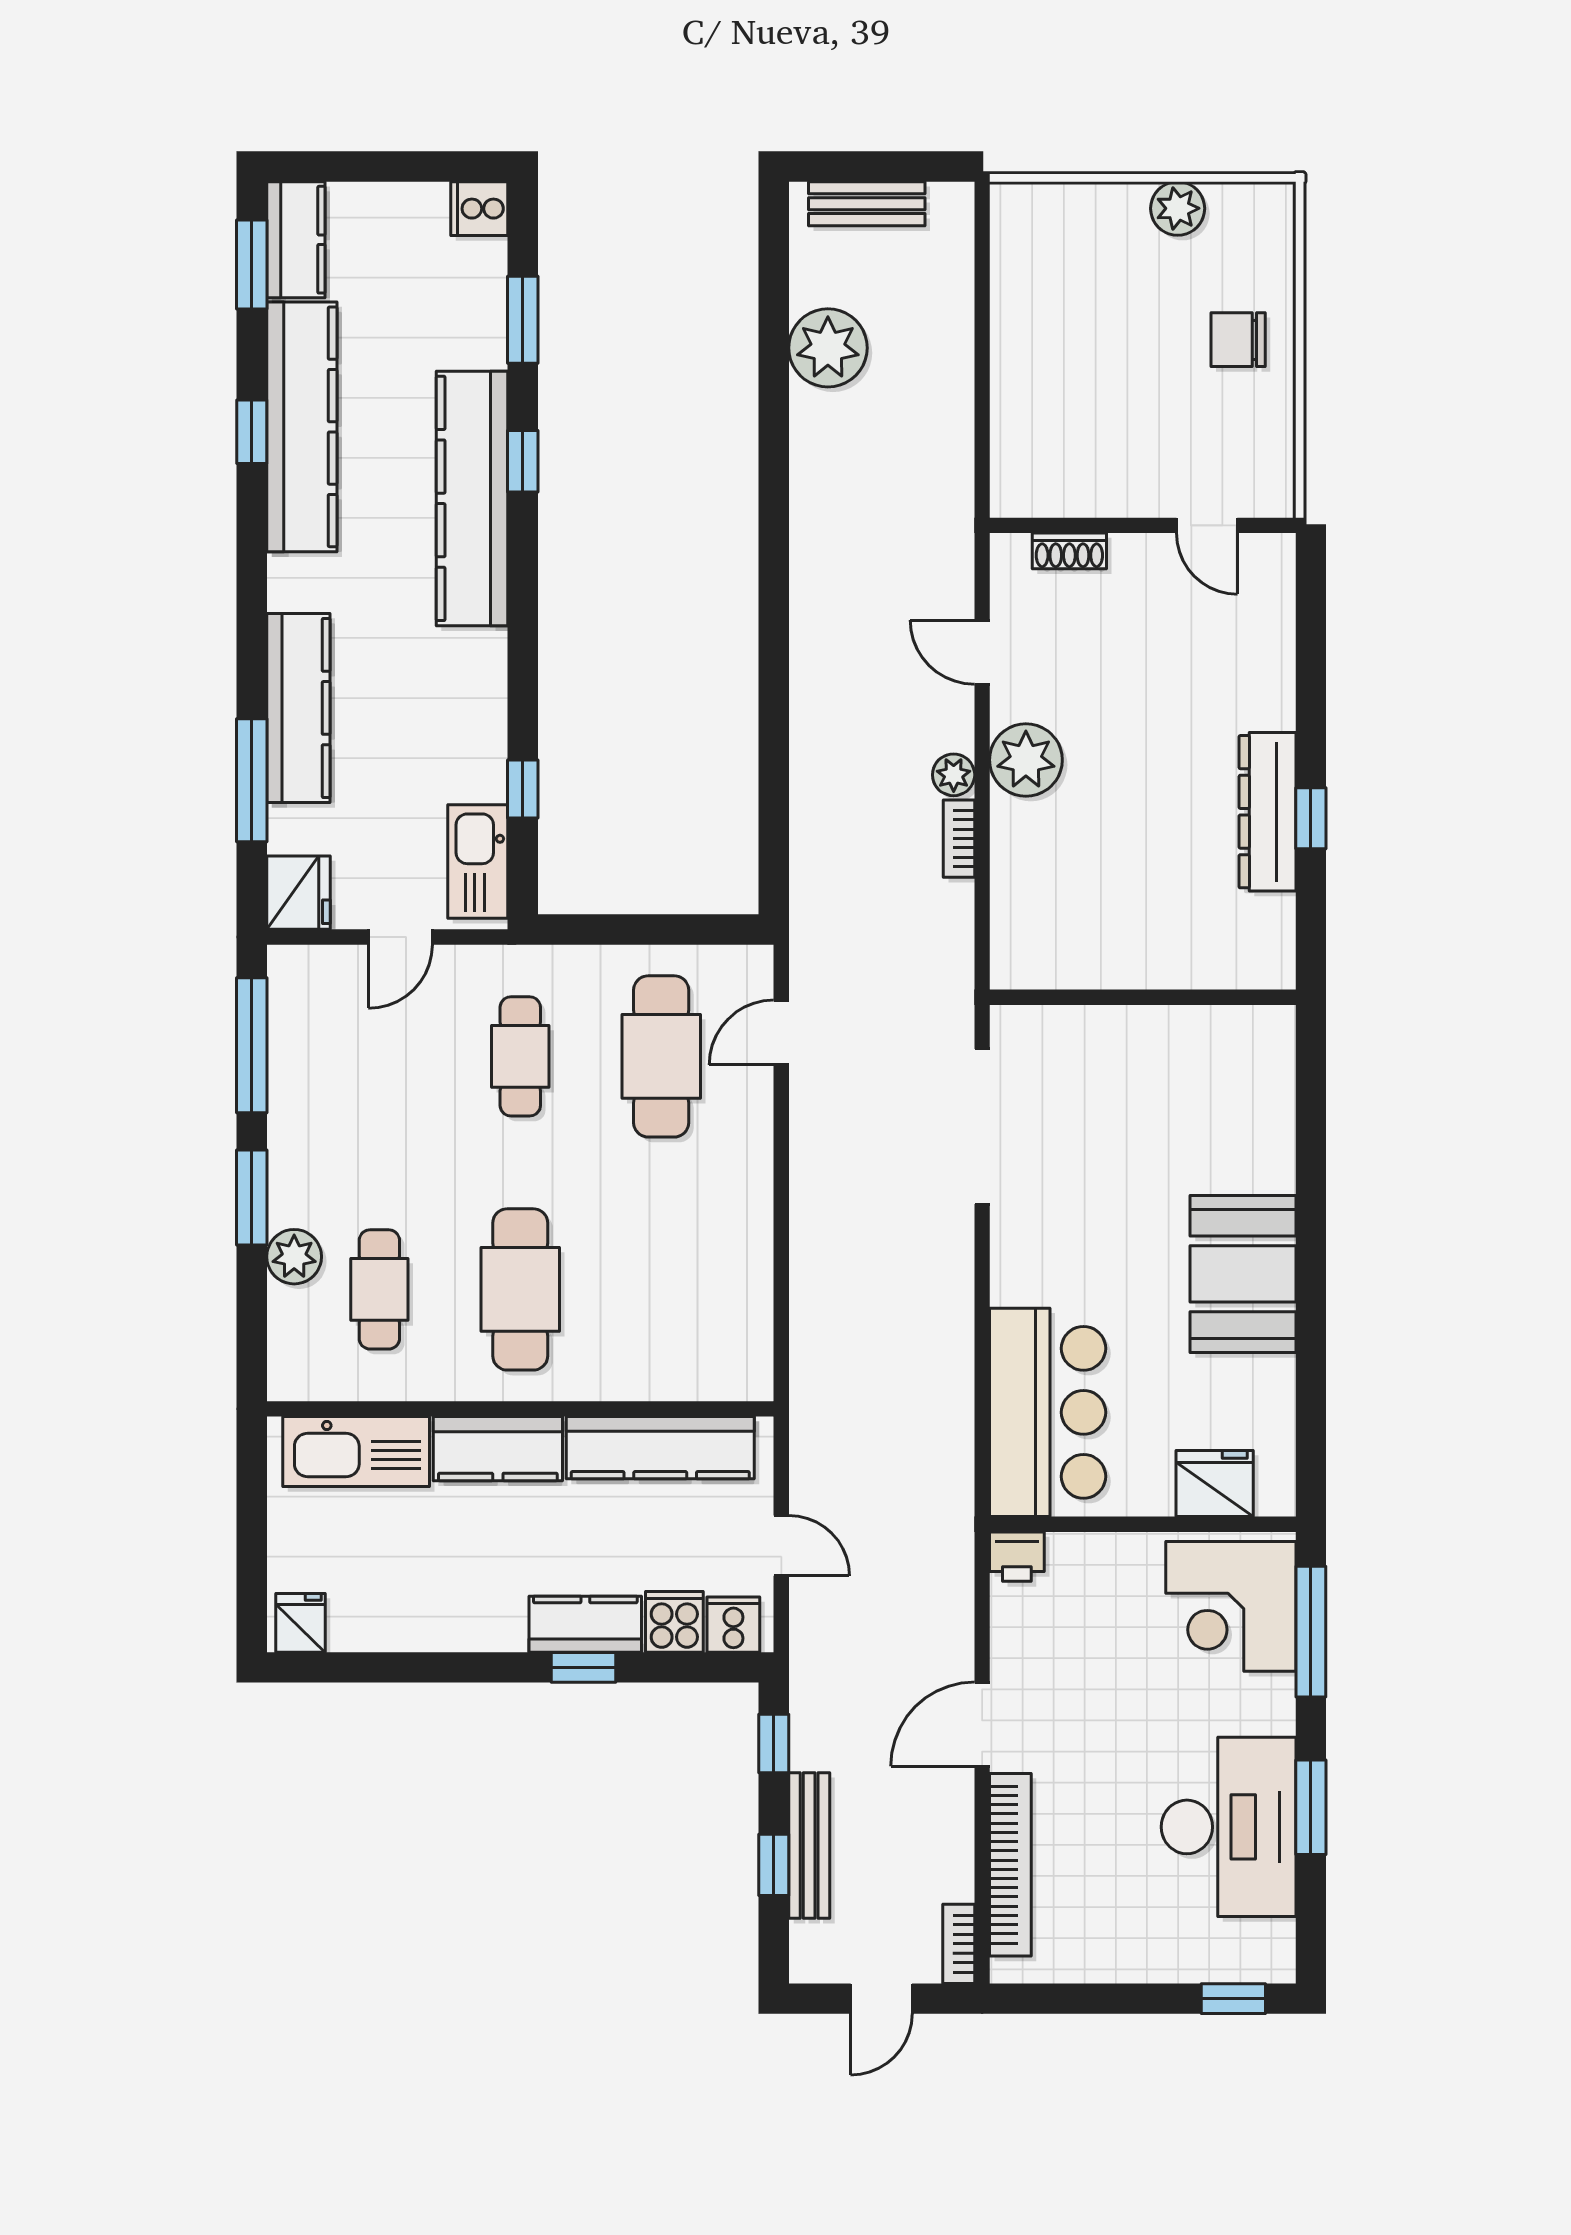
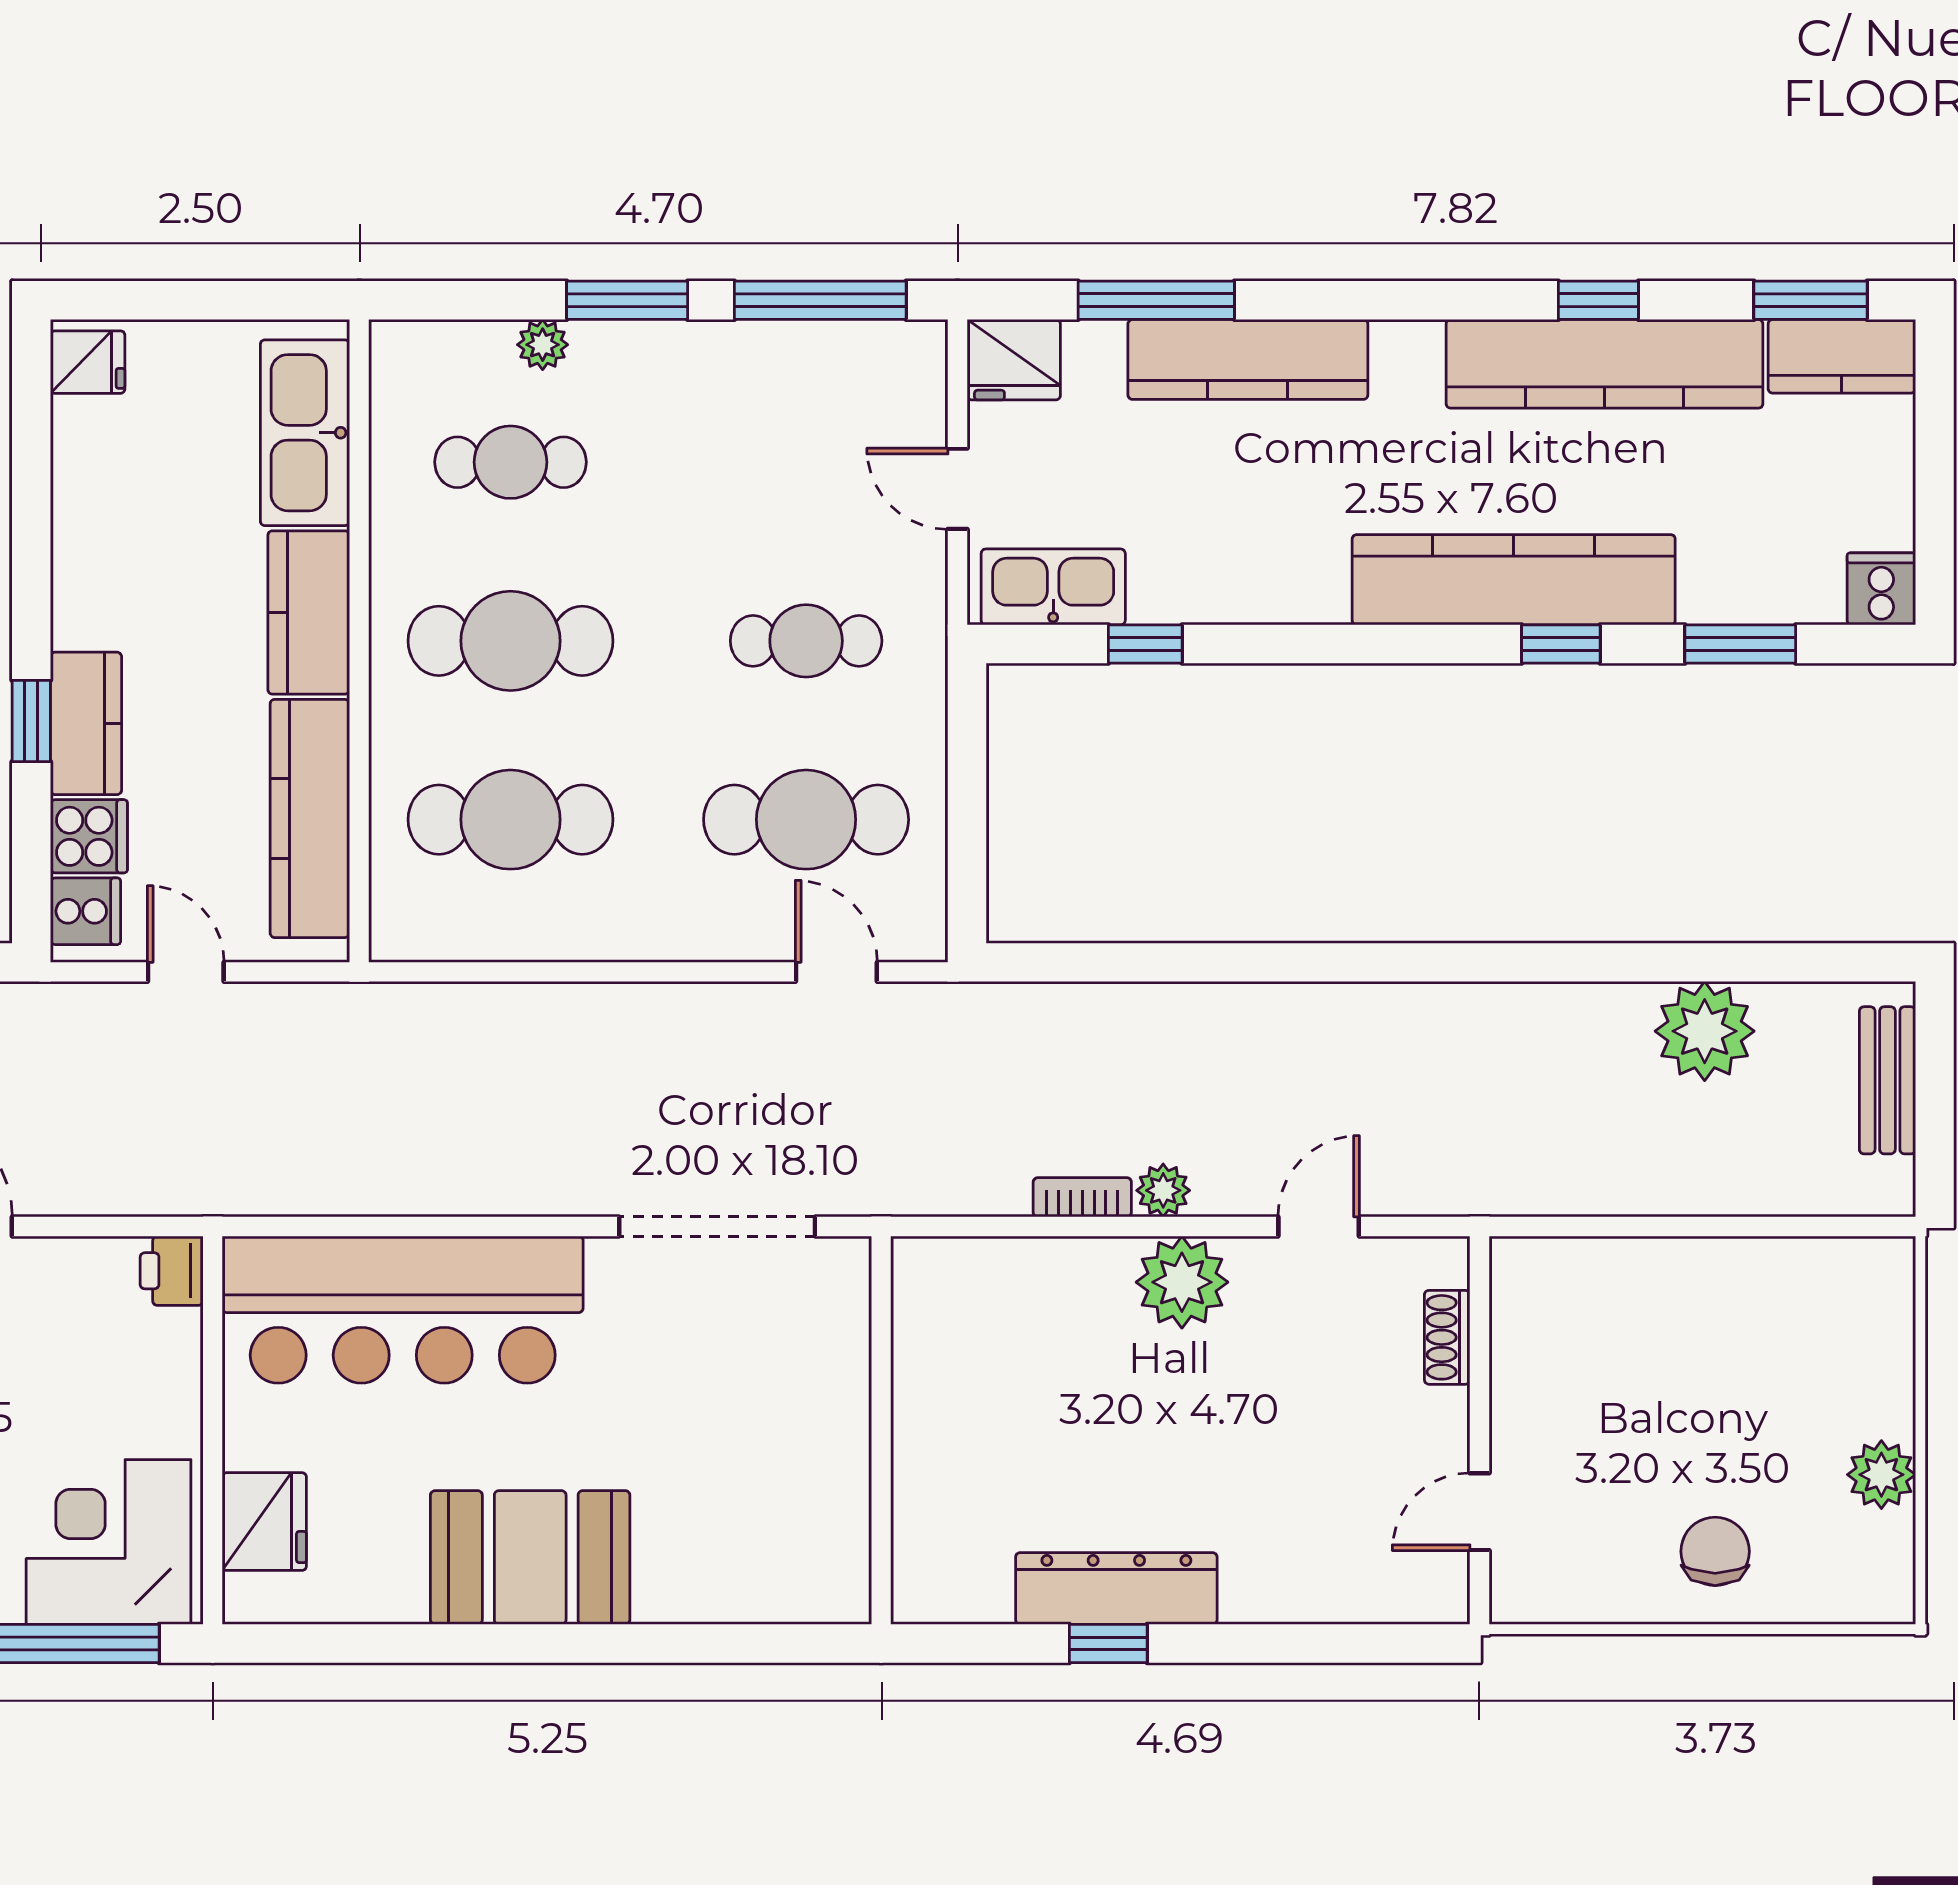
plant: (294, 1257) -> (543, 345), width x0.73, depth x0.73
cafe table: (661, 1289) -> (511, 820), added
bar counter: (1048, 1412) -> (403, 1310), width x1.36
door: (781, 1546) -> (186, 972), swing flipped

